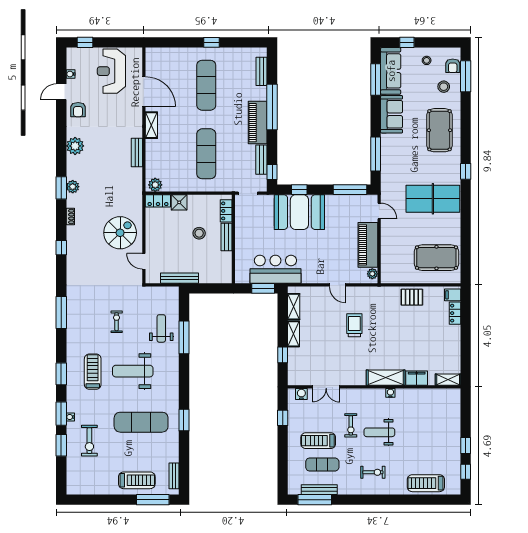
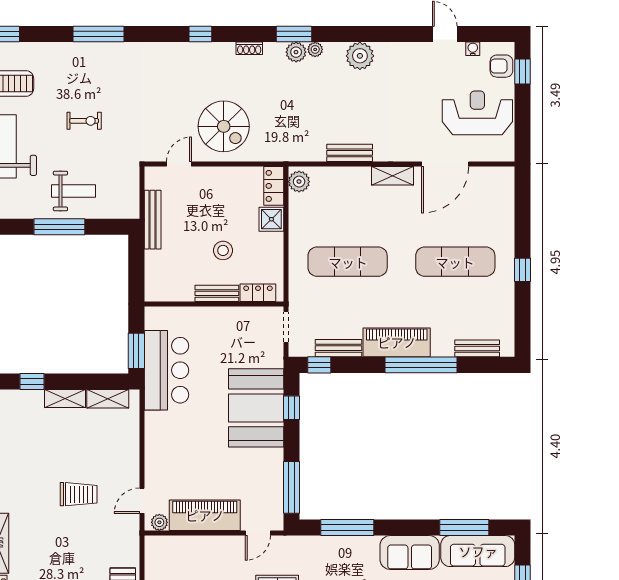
armchair: (78, 110) -> (501, 66), moved
plant: (71, 174) -> (315, 49), added
door: (337, 285) -> (142, 501), moved

